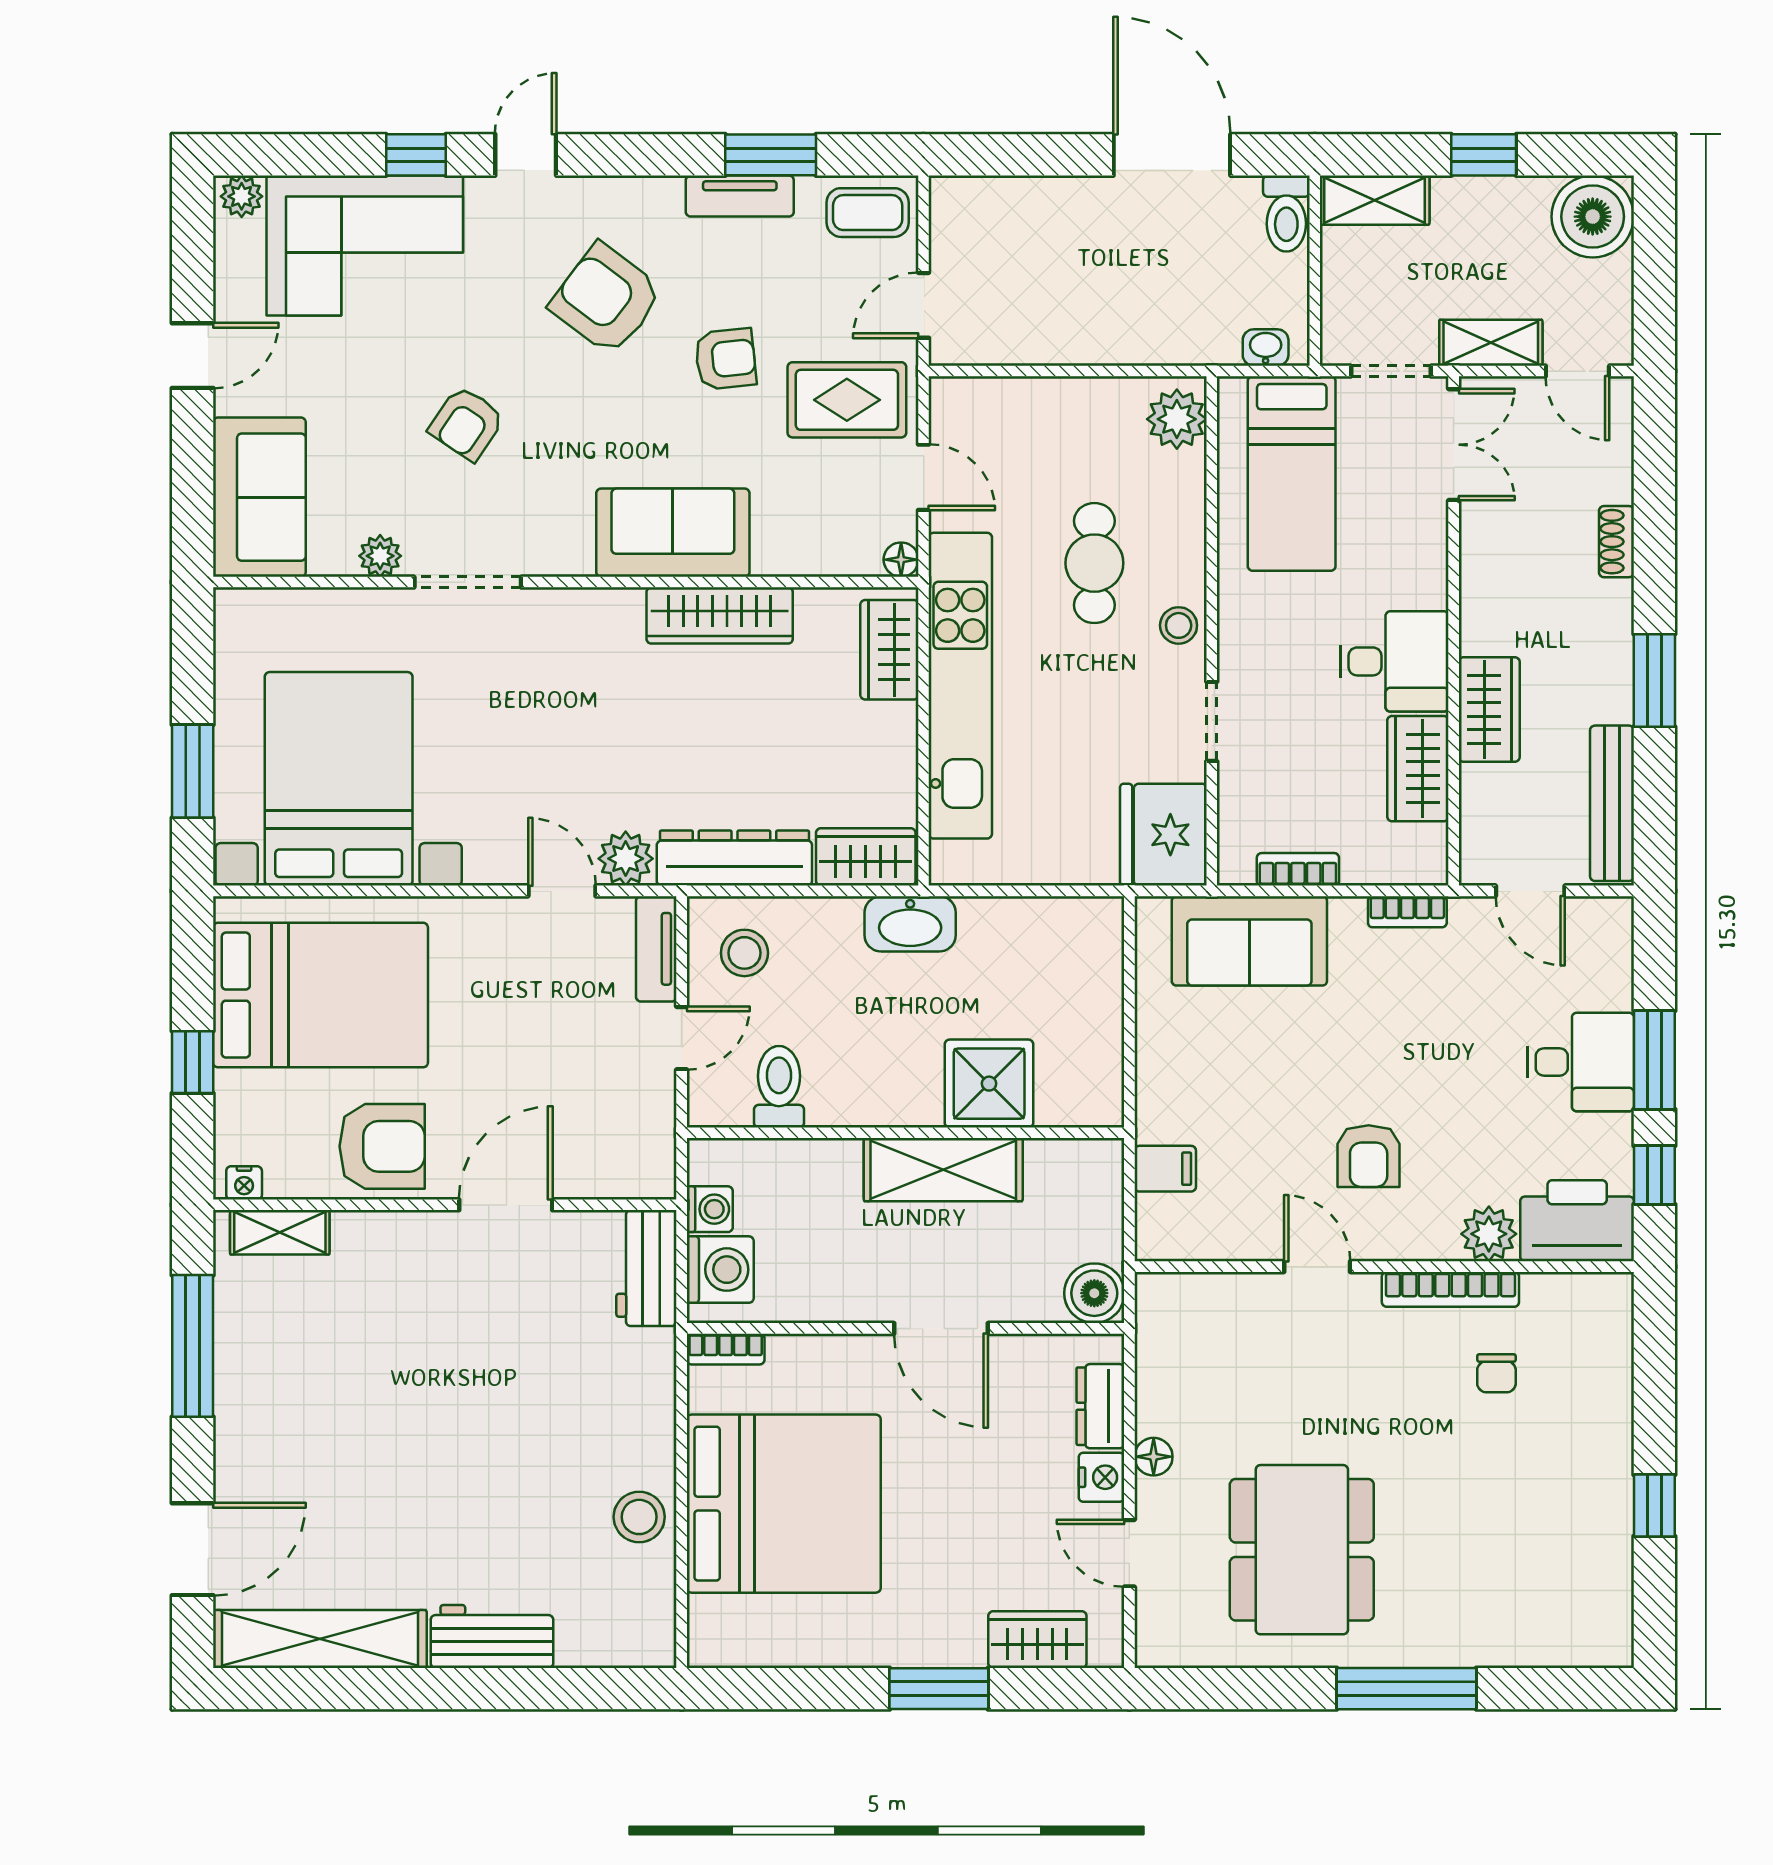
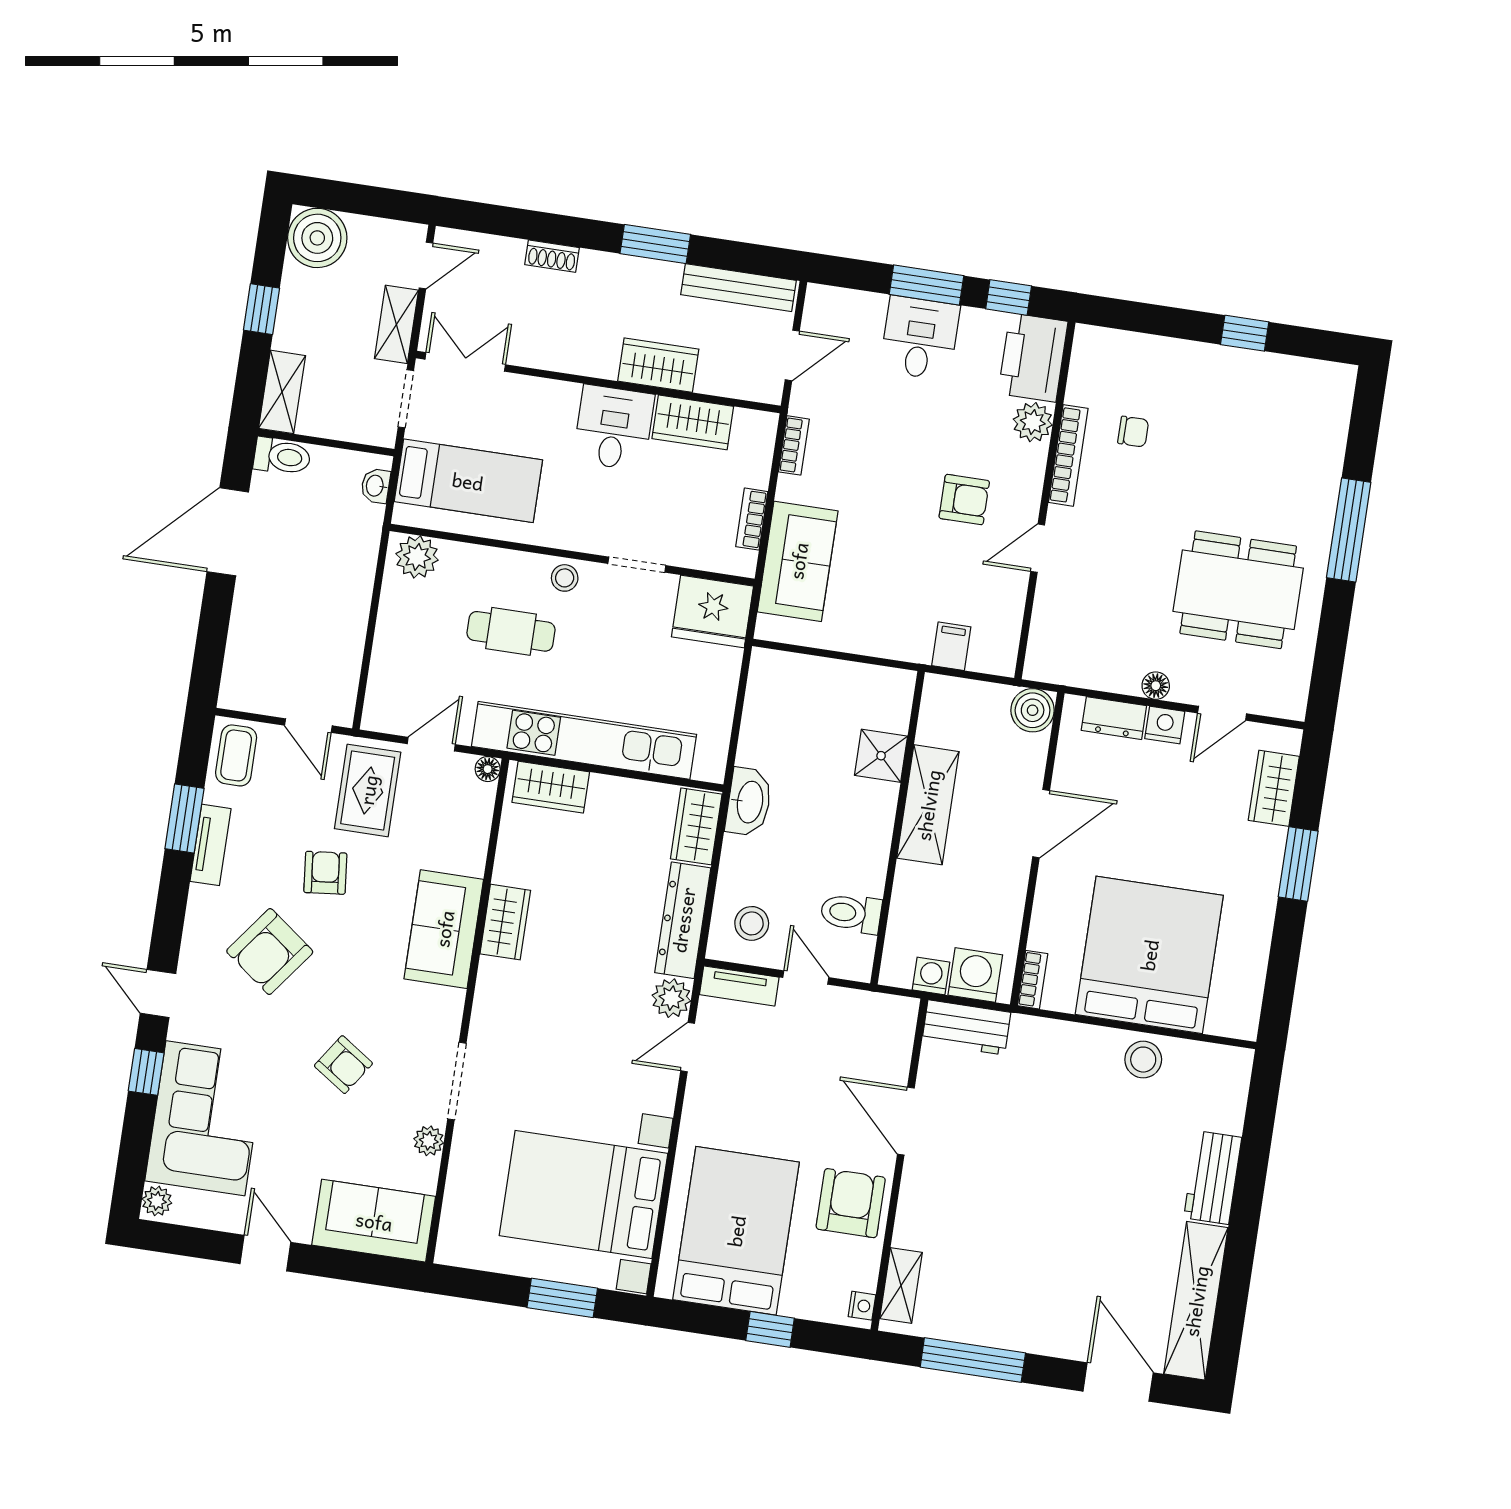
wardrobe: (720, 615) -> (505, 922), width x0.67
shower: (989, 1084) -> (881, 756), width x0.73, depth x0.73

